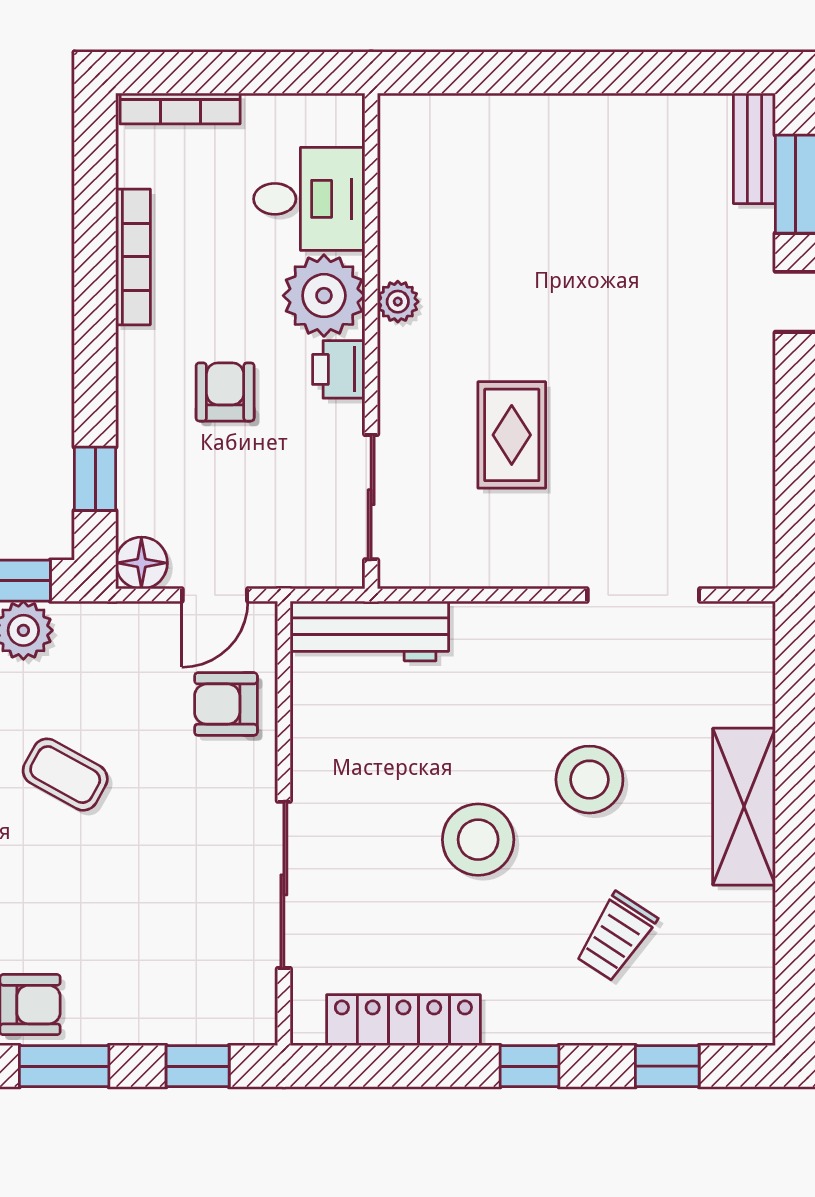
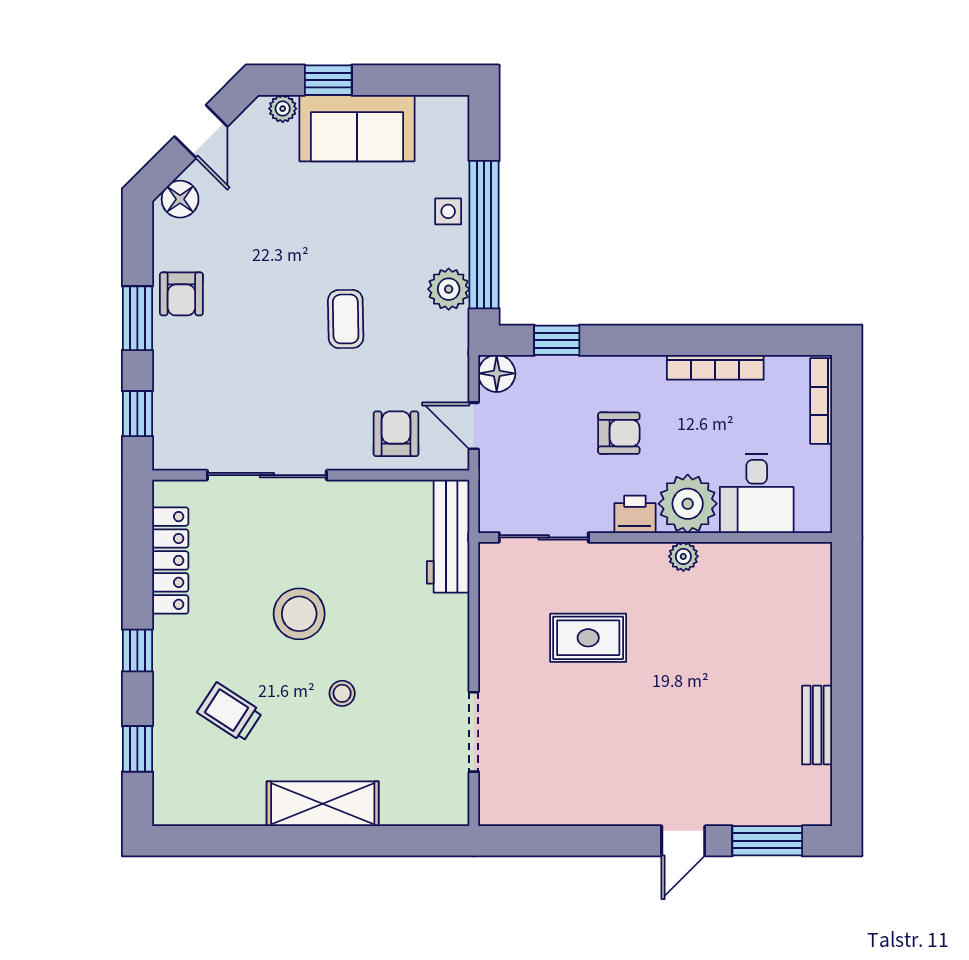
bench: (754, 148) -> (817, 725), moved, turned 90
coffee table: (65, 775) -> (346, 319), turned -30
stool: (589, 780) -> (342, 693), width x0.53, depth x0.53

